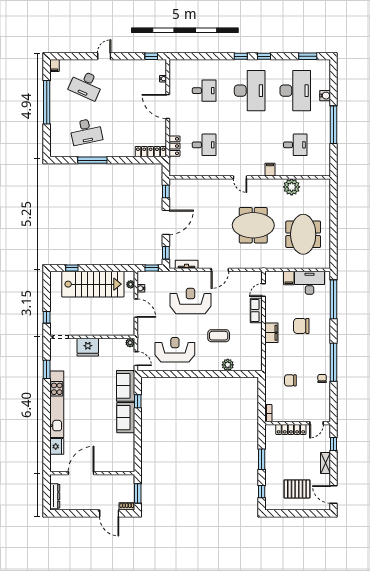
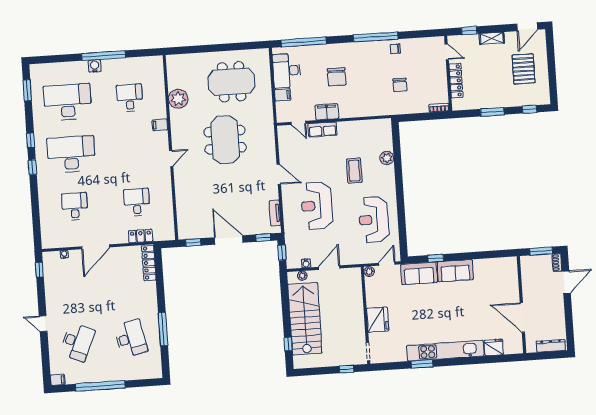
water cooler: (325, 96) -> (95, 66), moved
filing cabinet: (271, 333) -> (327, 112), moved
window: (47, 369) -> (422, 364), moved

